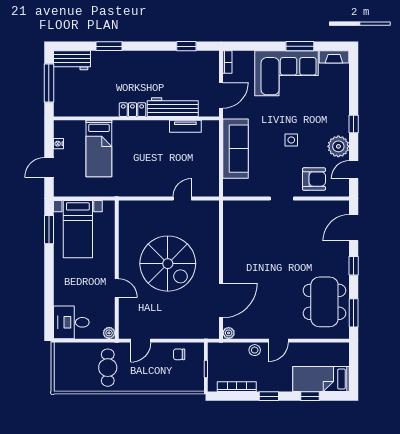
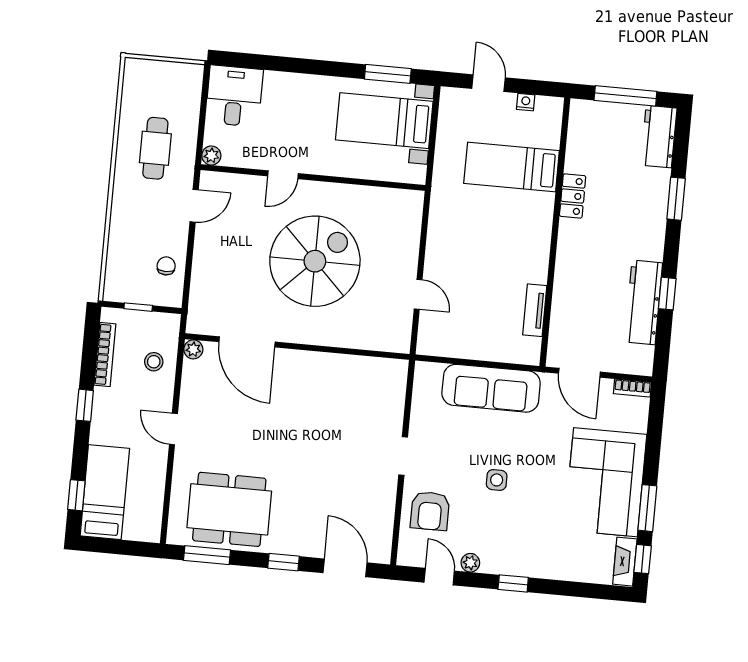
window: (186, 46) -> (667, 294), moved
window: (331, 46) -> (643, 559), added
workbench: (173, 107) -> (643, 302), moved, turned 180
locker: (132, 110) -> (573, 196), moved
plant: (338, 146) -> (470, 563), width x0.53, depth x0.53
spiral stairs: (168, 264) -> (315, 261), turned 180
door: (141, 341) -> (194, 206), swing flipped
stool: (255, 350) -> (154, 362), moved
cafe table: (108, 368) -> (155, 148), turned 90
window: (310, 396) -> (76, 495), moved

